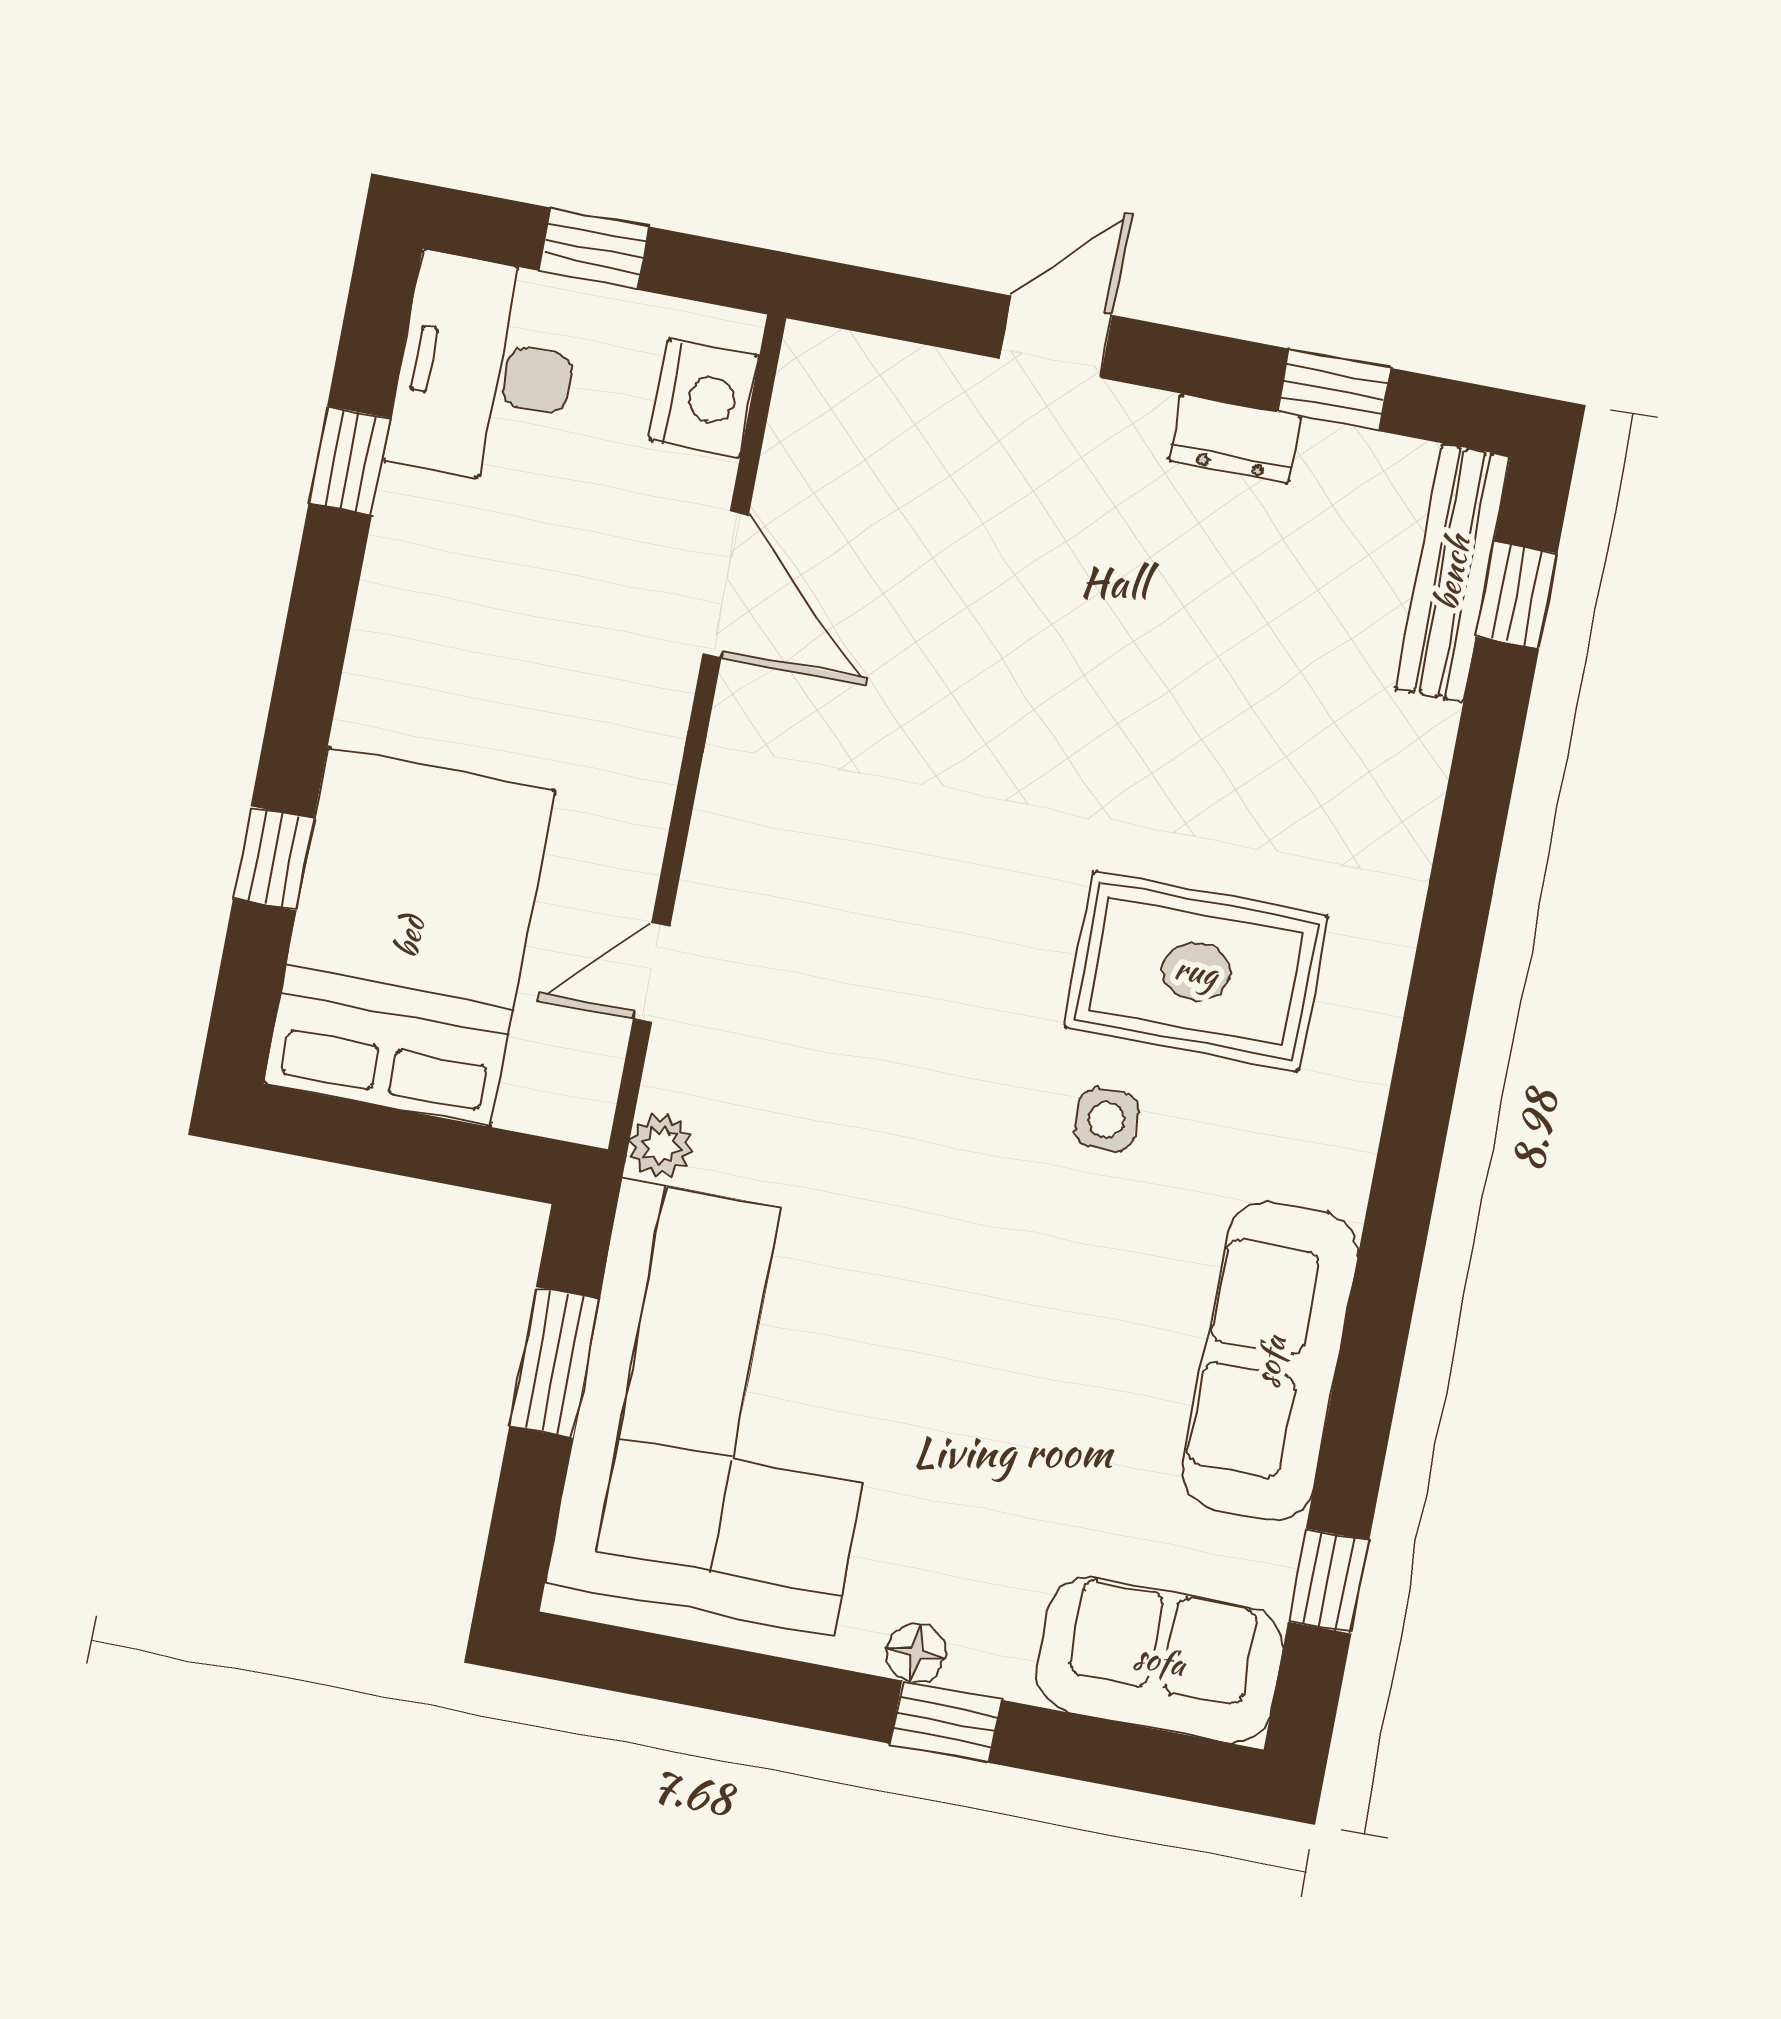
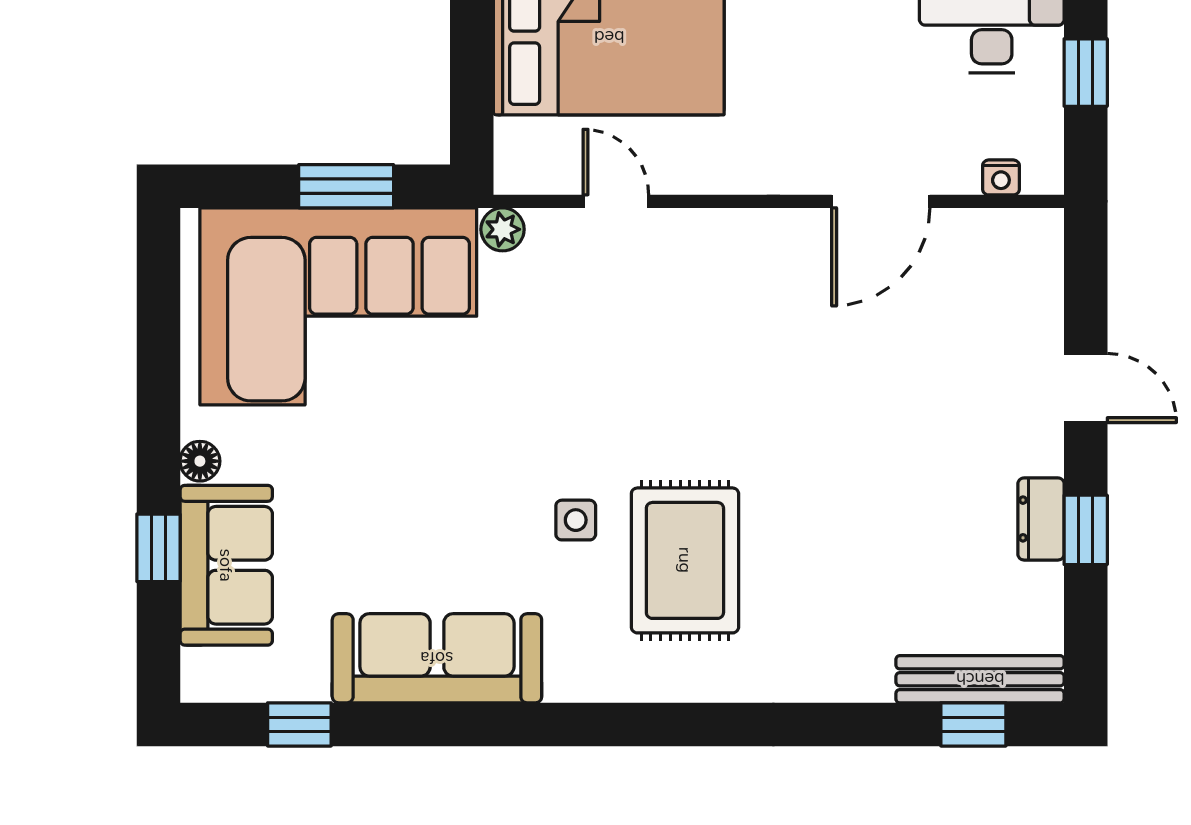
window: (1334, 390) -> (1086, 530), moved
nightstand: (704, 398) -> (1001, 177), width x0.53, depth x0.56
sofa: (1160, 1660) -> (226, 565), moved
window: (946, 1722) -> (158, 548), moved

